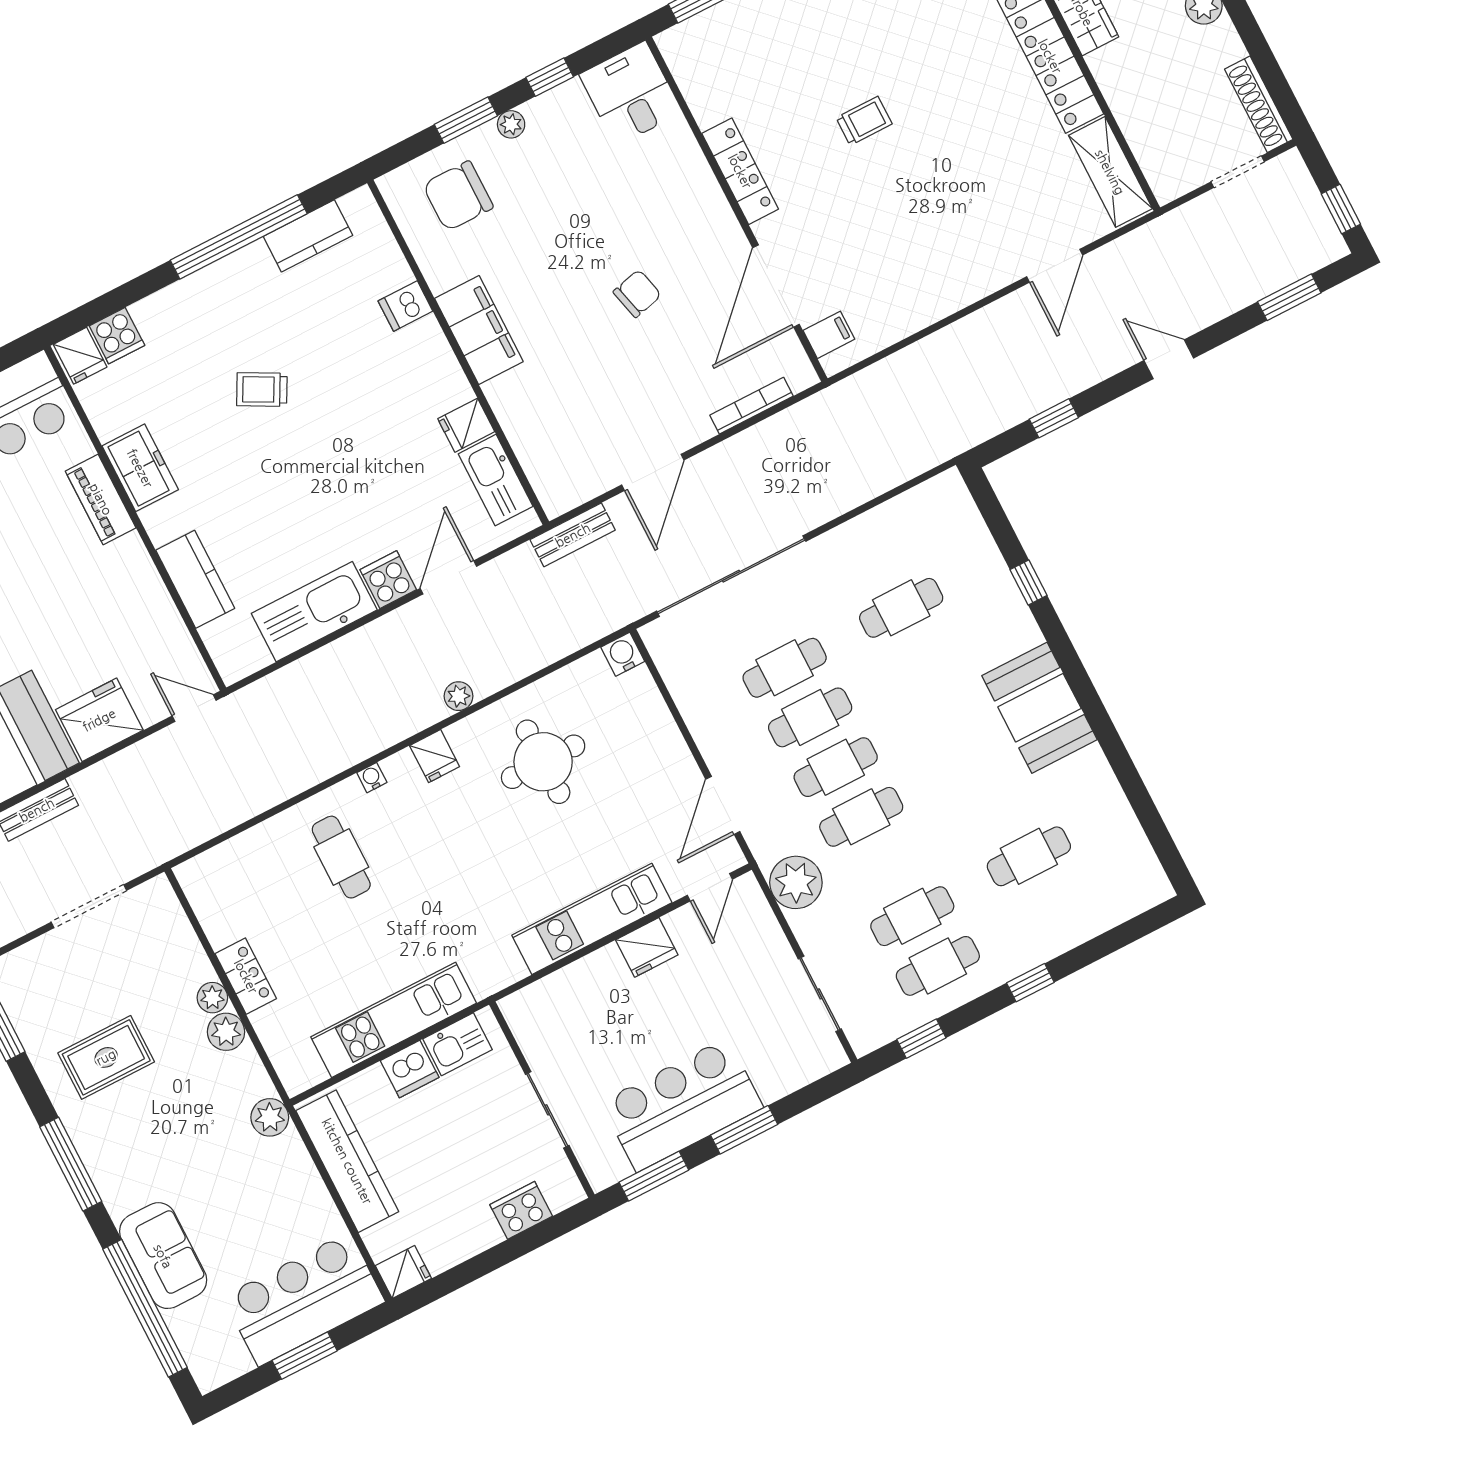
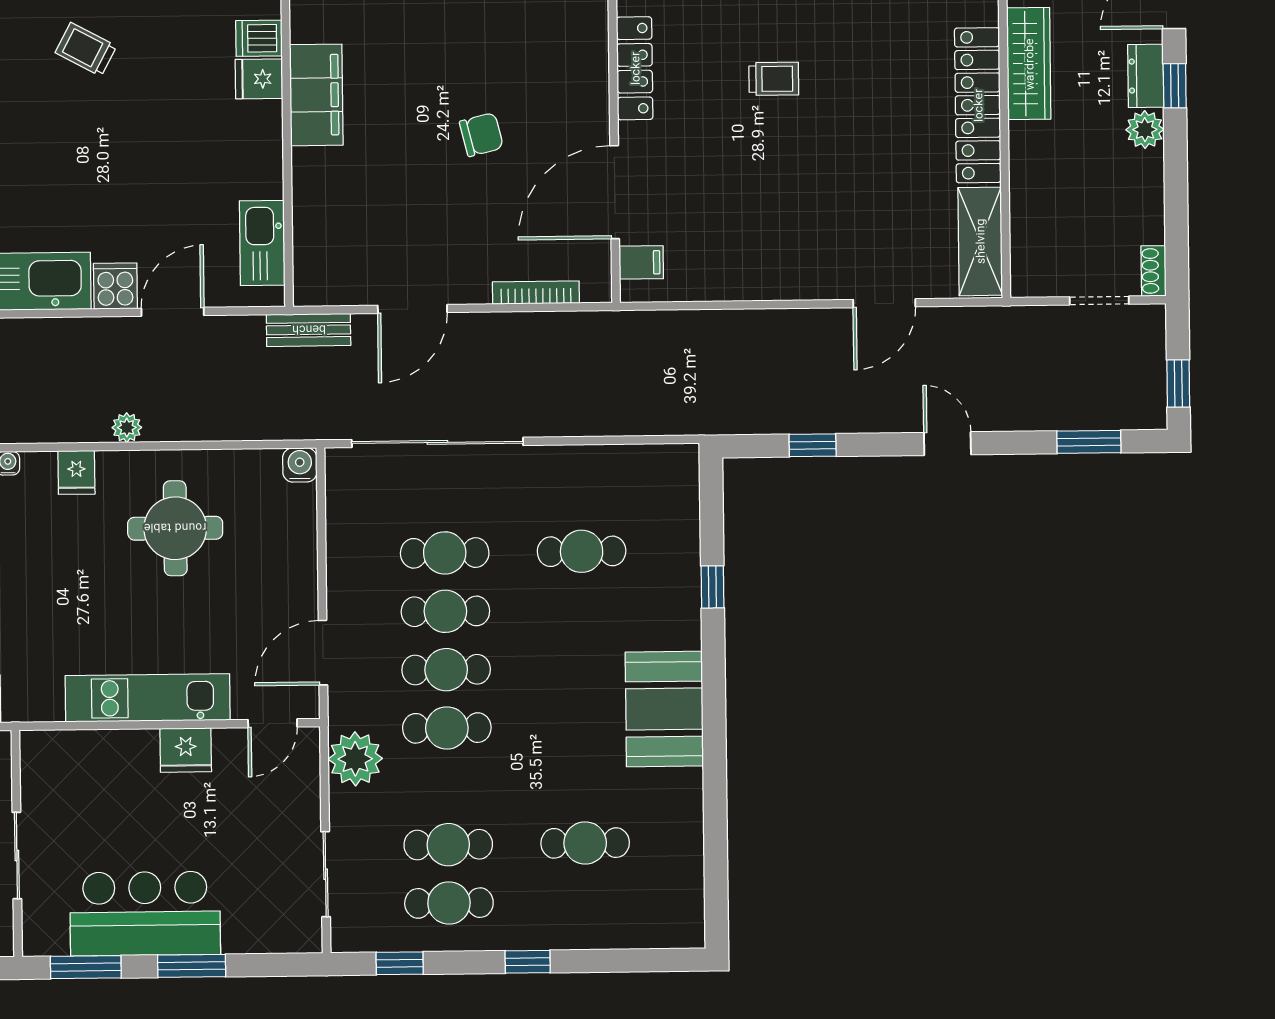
shoe rack: (1259, 104) -> (1154, 271), width x0.51, depth x0.81
fridge: (466, 425) -> (259, 79), moved

